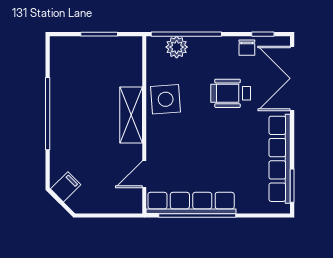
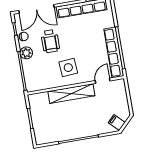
plant: (177, 47) -> (26, 53), moved
side table: (166, 99) -> (68, 68), moved
shelving: (131, 115) -> (71, 94), width x1.47
door: (144, 174) -> (103, 81), swing flipped

